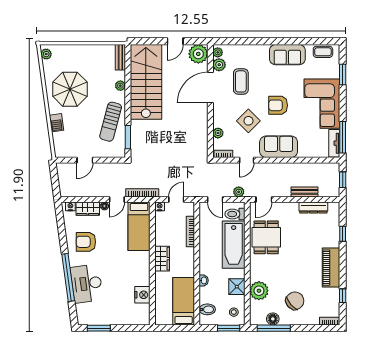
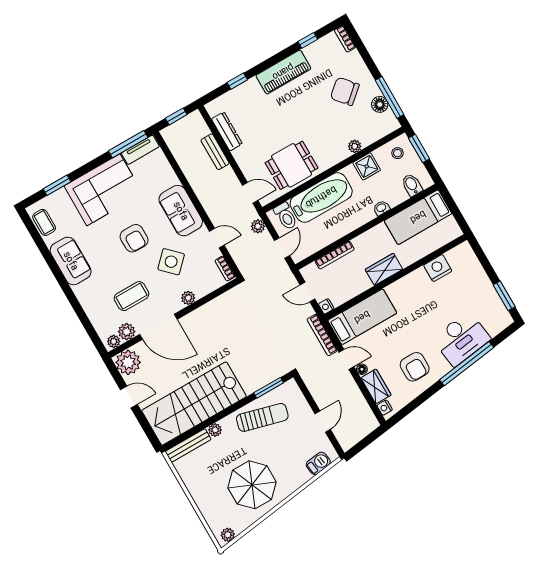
bench: (120, 57) -> (188, 445), width x1.36
barbecue: (56, 123) -> (318, 463), moved
plant: (218, 133) -> (188, 298), moved
door: (85, 160) -> (323, 421), hinge flipped
plant: (259, 291) -> (355, 146), width x0.53, depth x0.53

